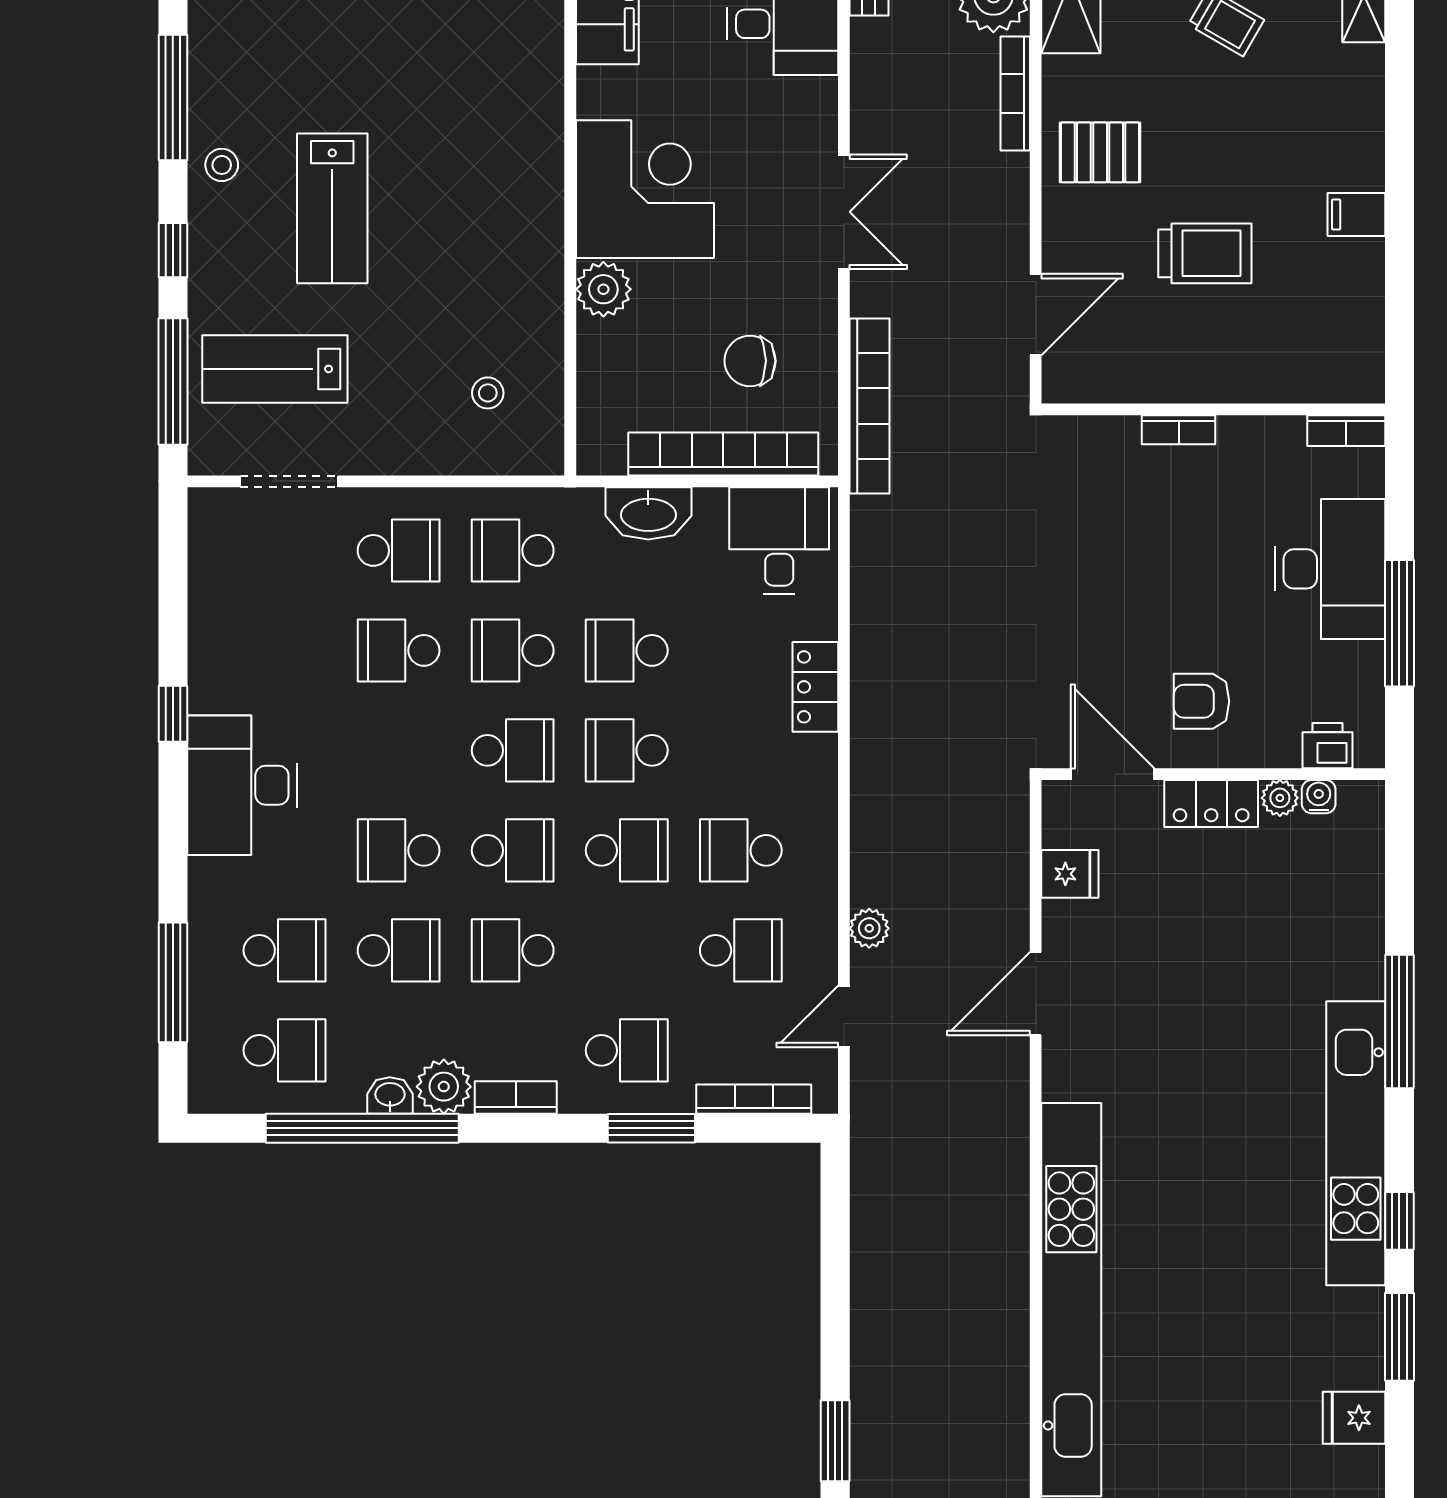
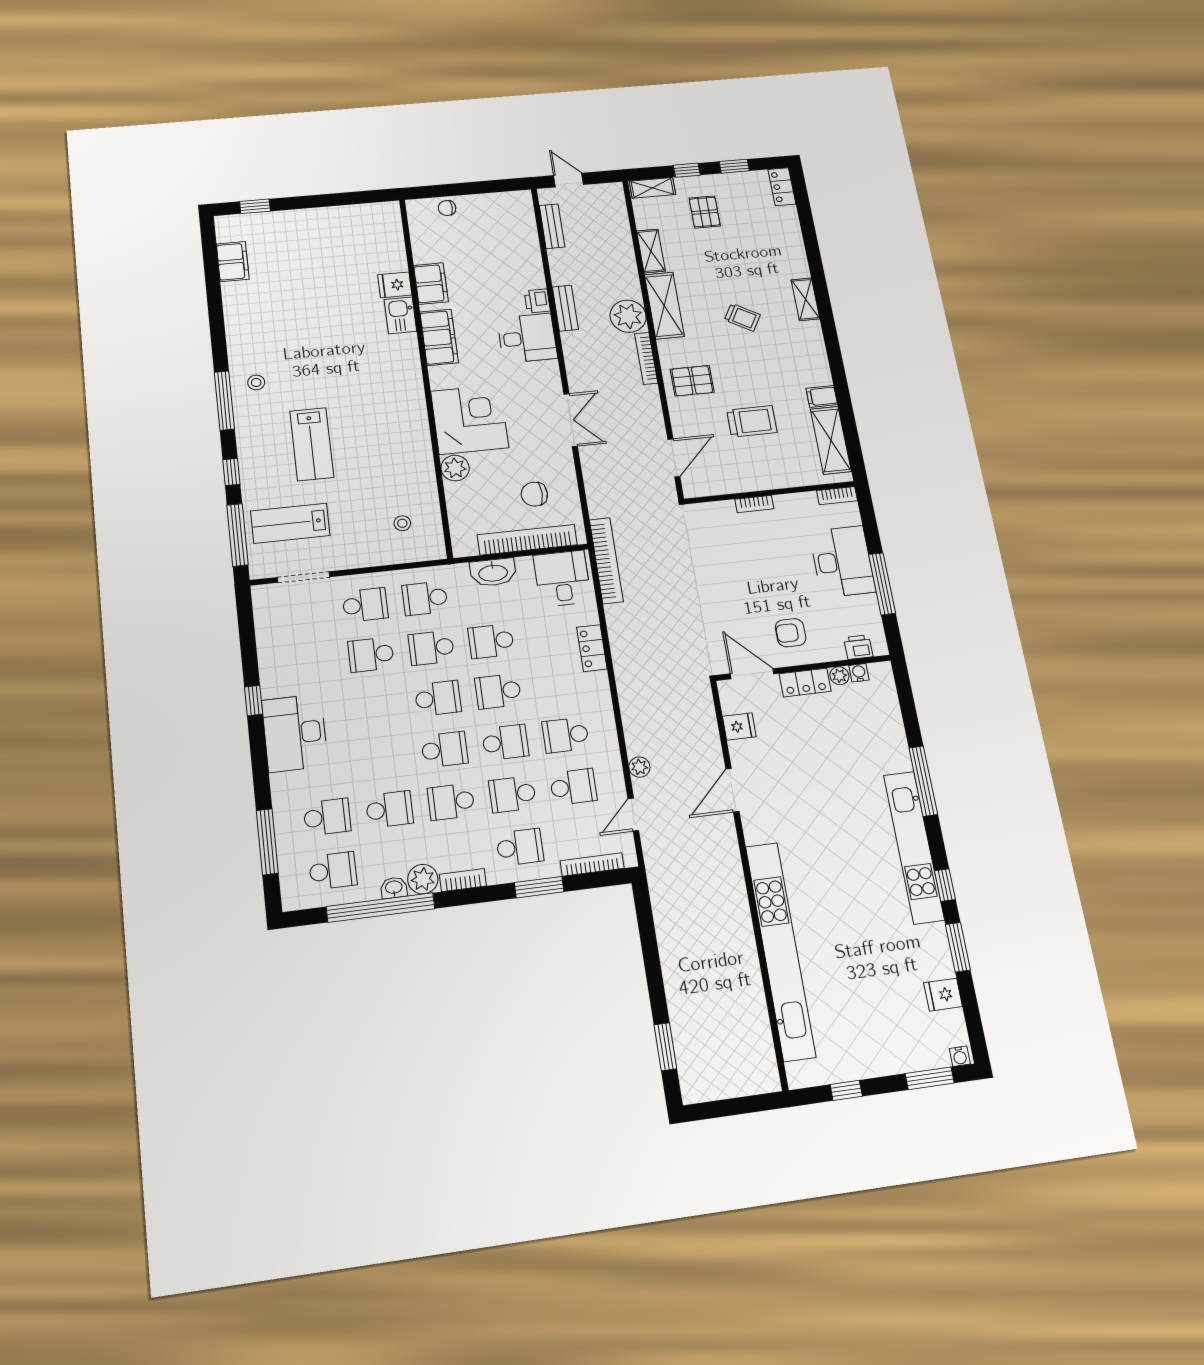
stool: (222, 165) -> (256, 382), moved
shelving: (1356, 312) -> (831, 440), added
bookcase: (869, 406) -> (606, 561), moved
school desk: (399, 850) -> (512, 794), moved

